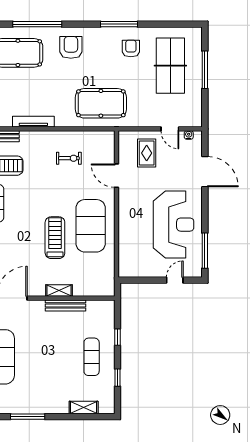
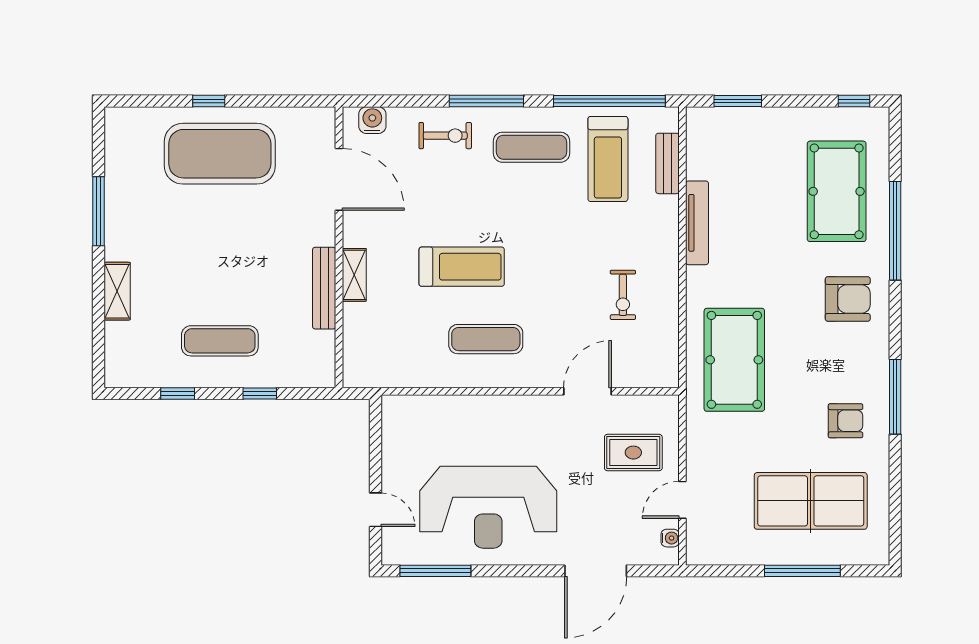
exercise mat: (91, 226) -> (486, 339), width x0.50, depth x0.69
shelving: (84, 407) -> (117, 291), moved

